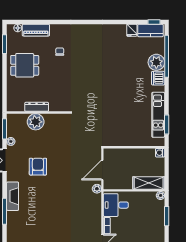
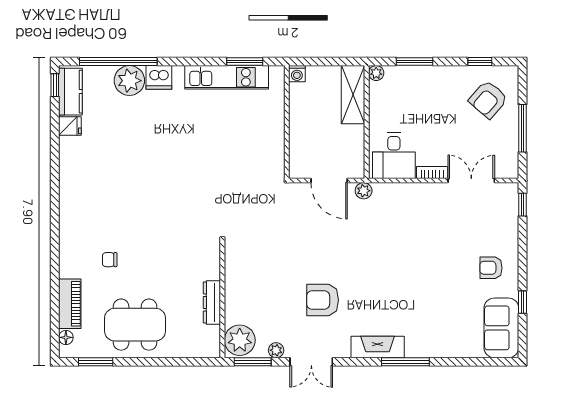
dining table: (25, 65) -> (135, 325), width x1.38
plant: (36, 122) -> (240, 340), moved

